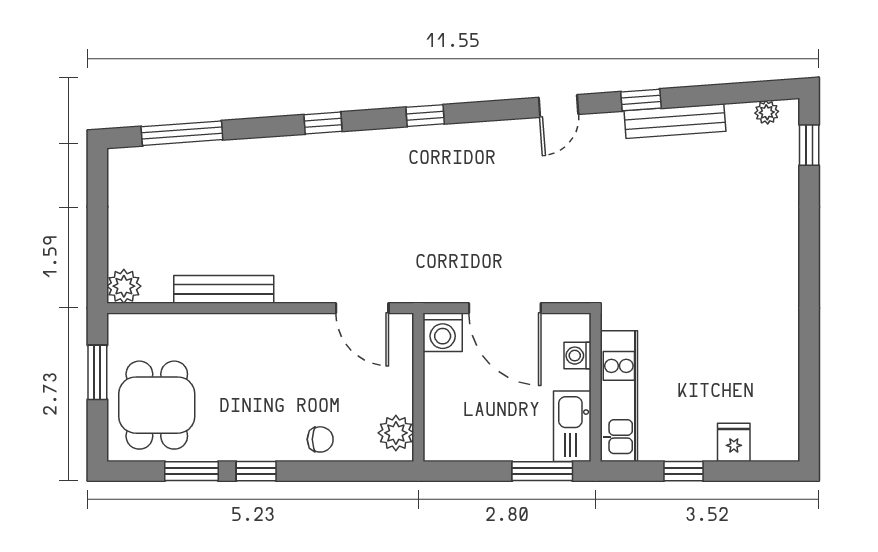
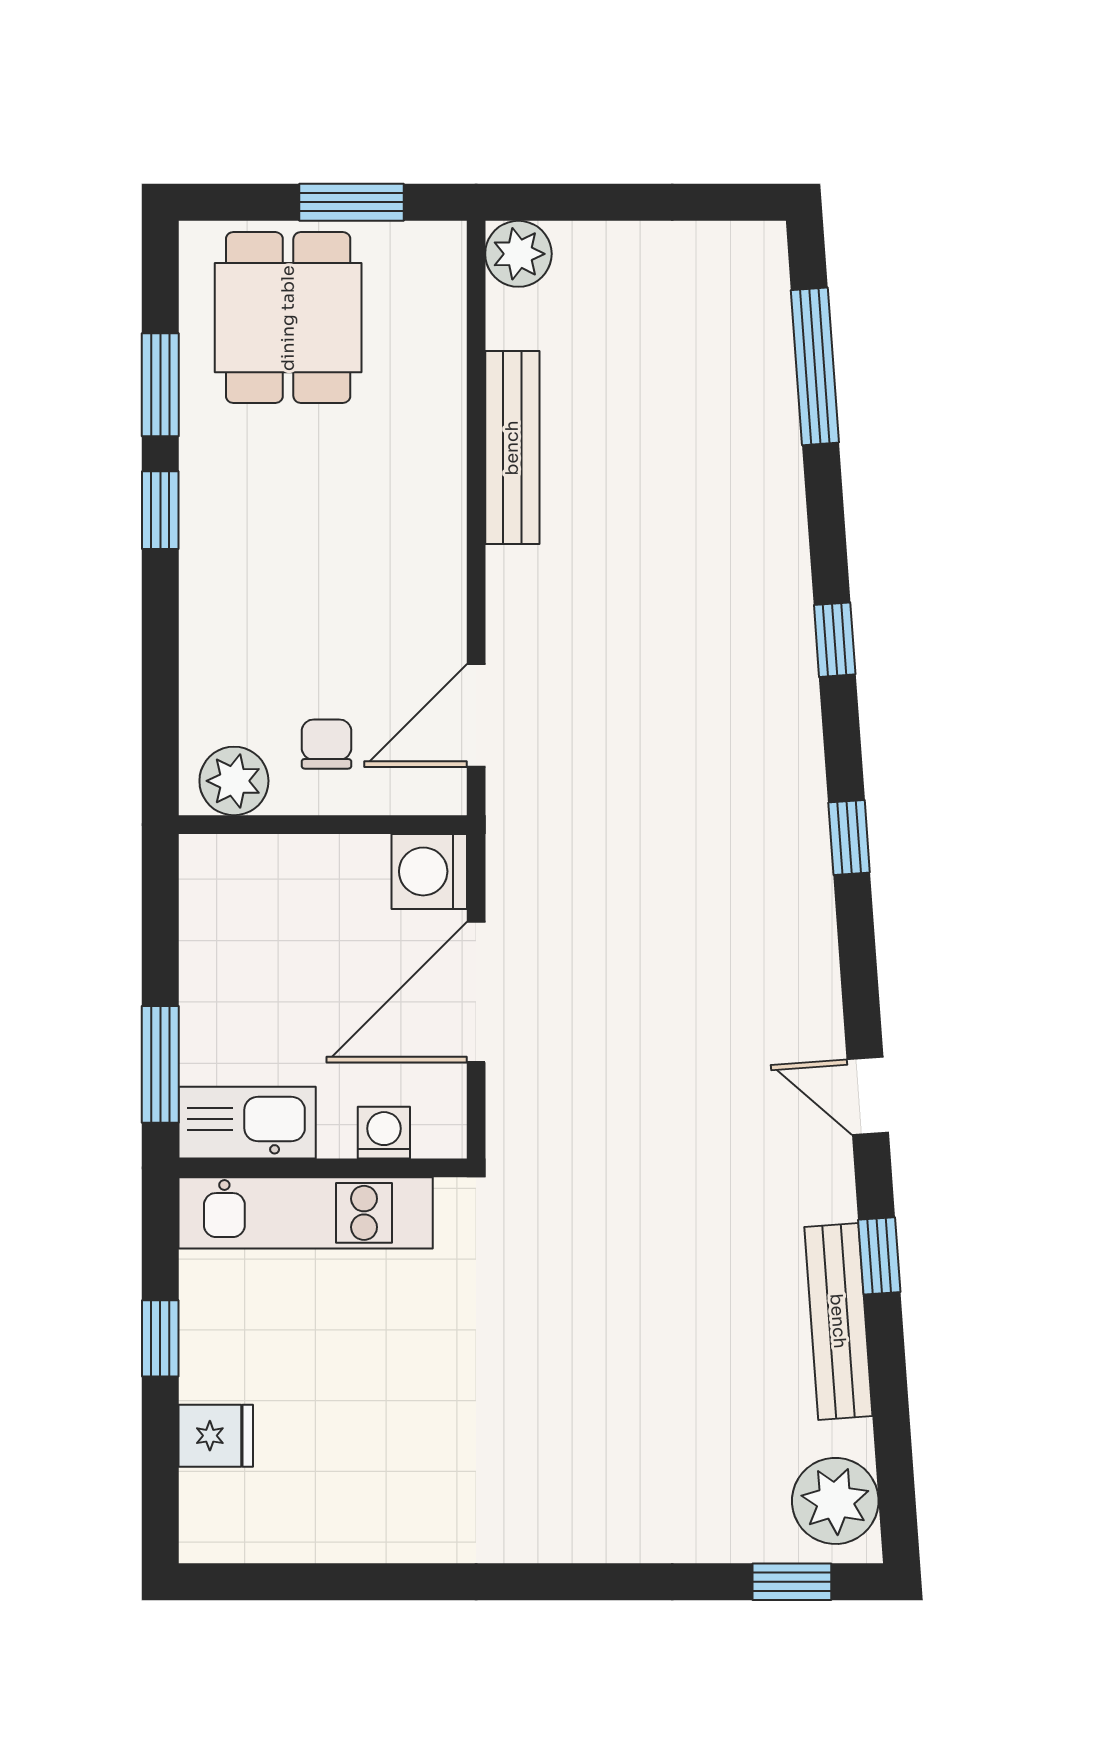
plant: (767, 112) -> (835, 1501), width x1.87, depth x1.87
dining table: (157, 405) -> (288, 318), turned 90
chair: (320, 439) -> (326, 744), moved, turned 180

